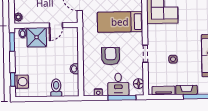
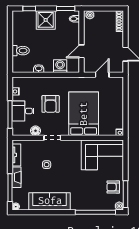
bed: (120, 22) -> (84, 114), width x1.50
door: (56, 25) -> (81, 51), hinge flipped
shower: (37, 37) -> (46, 20), moved
armchair: (111, 56) -> (51, 104), turned 90
washing machine: (22, 82) -> (60, 66), moved, turned 180
floor lamp: (139, 84) -> (35, 131), moved

